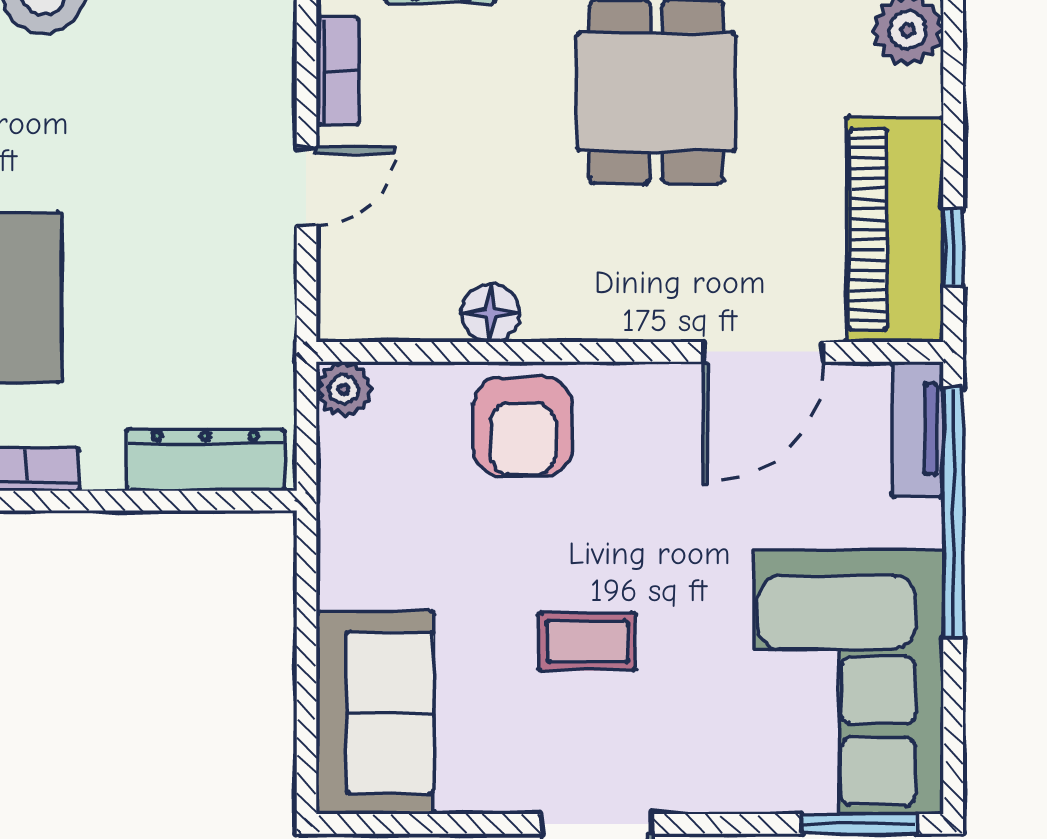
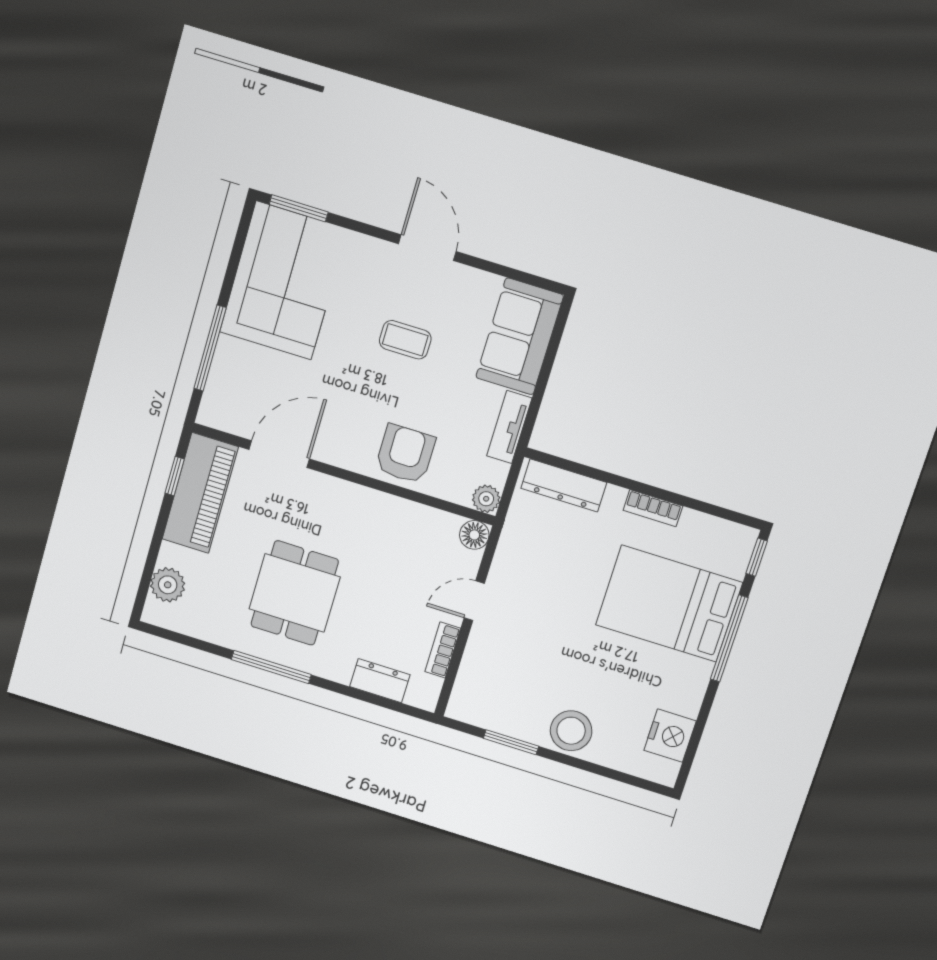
floor lamp: (491, 313) -> (474, 535), moved
tv unit: (918, 429) -> (509, 427), moved, turned 180
window: (953, 513) -> (210, 348), width x0.68

